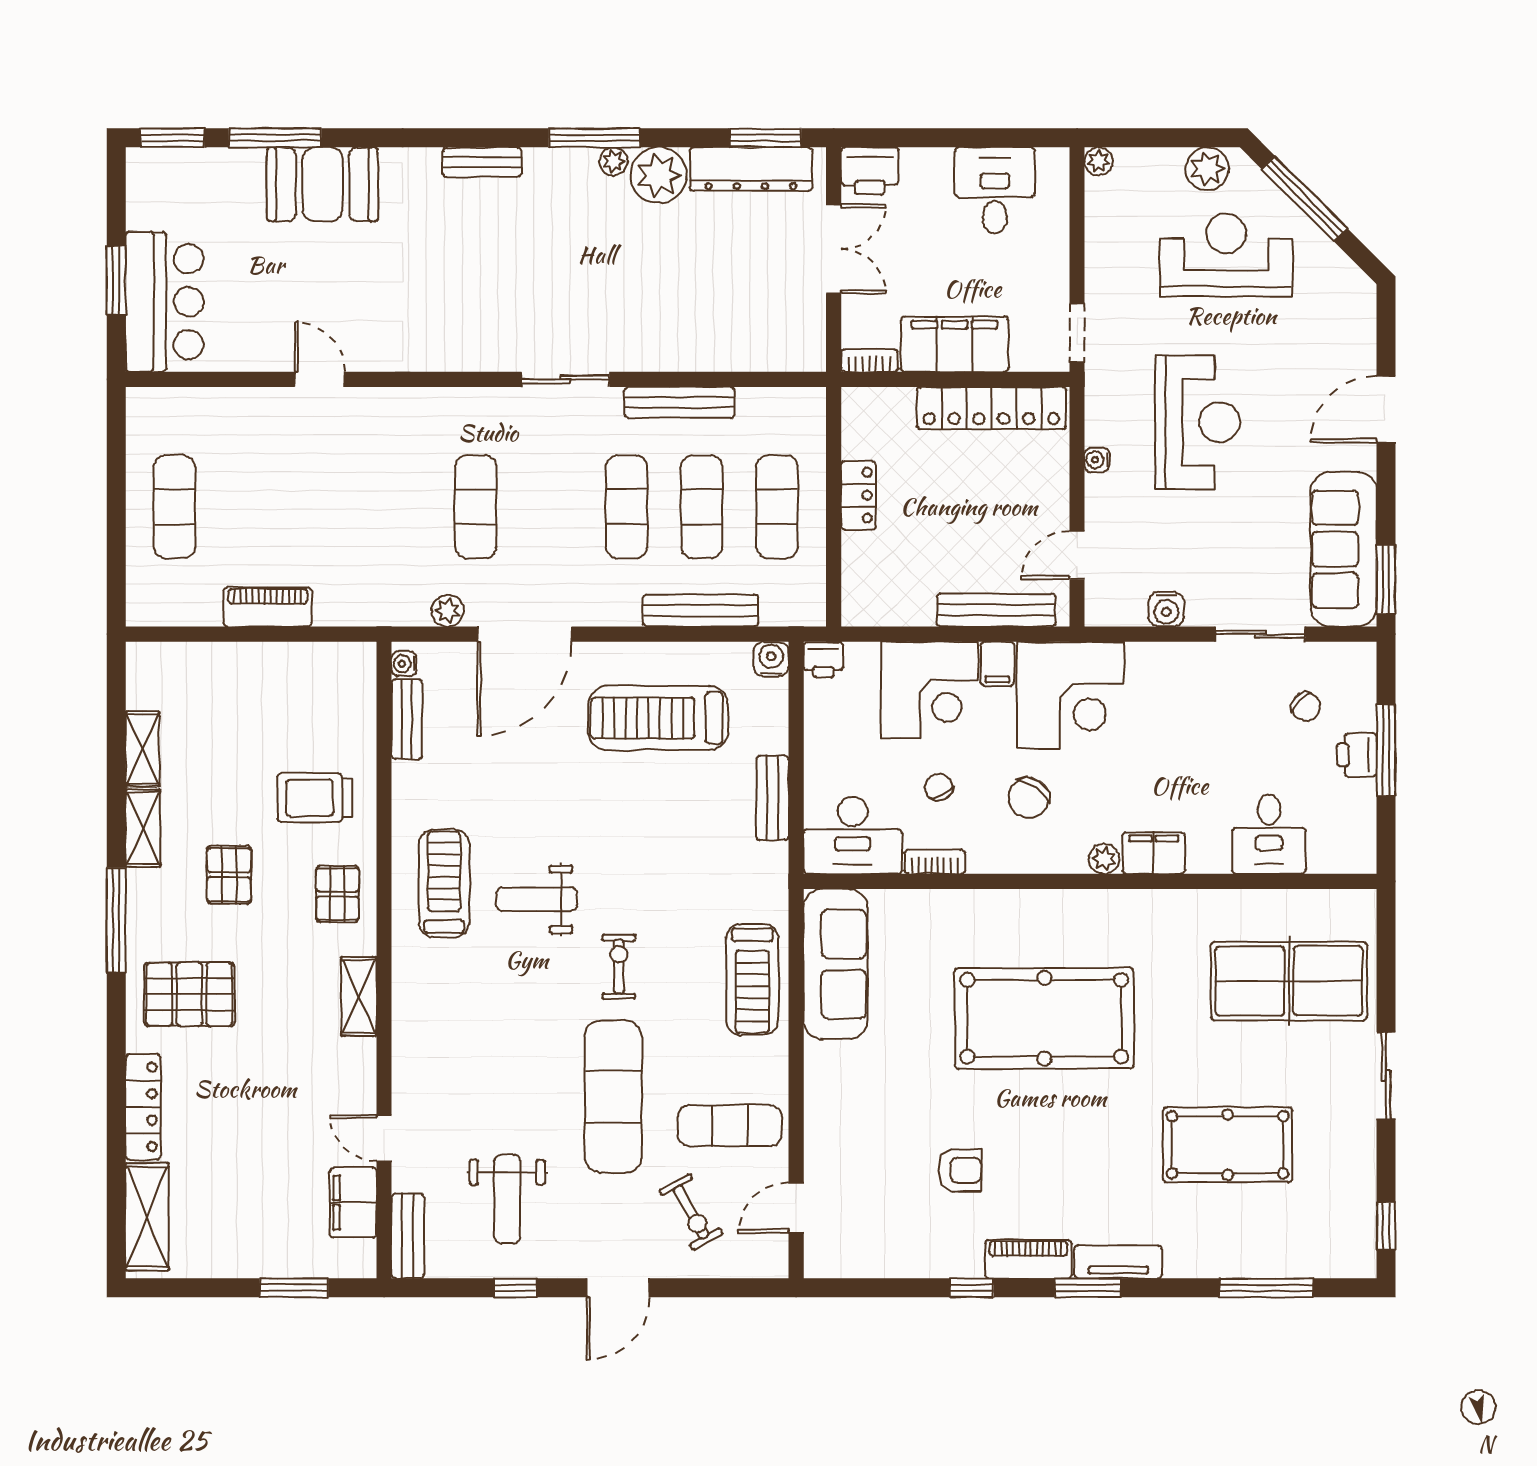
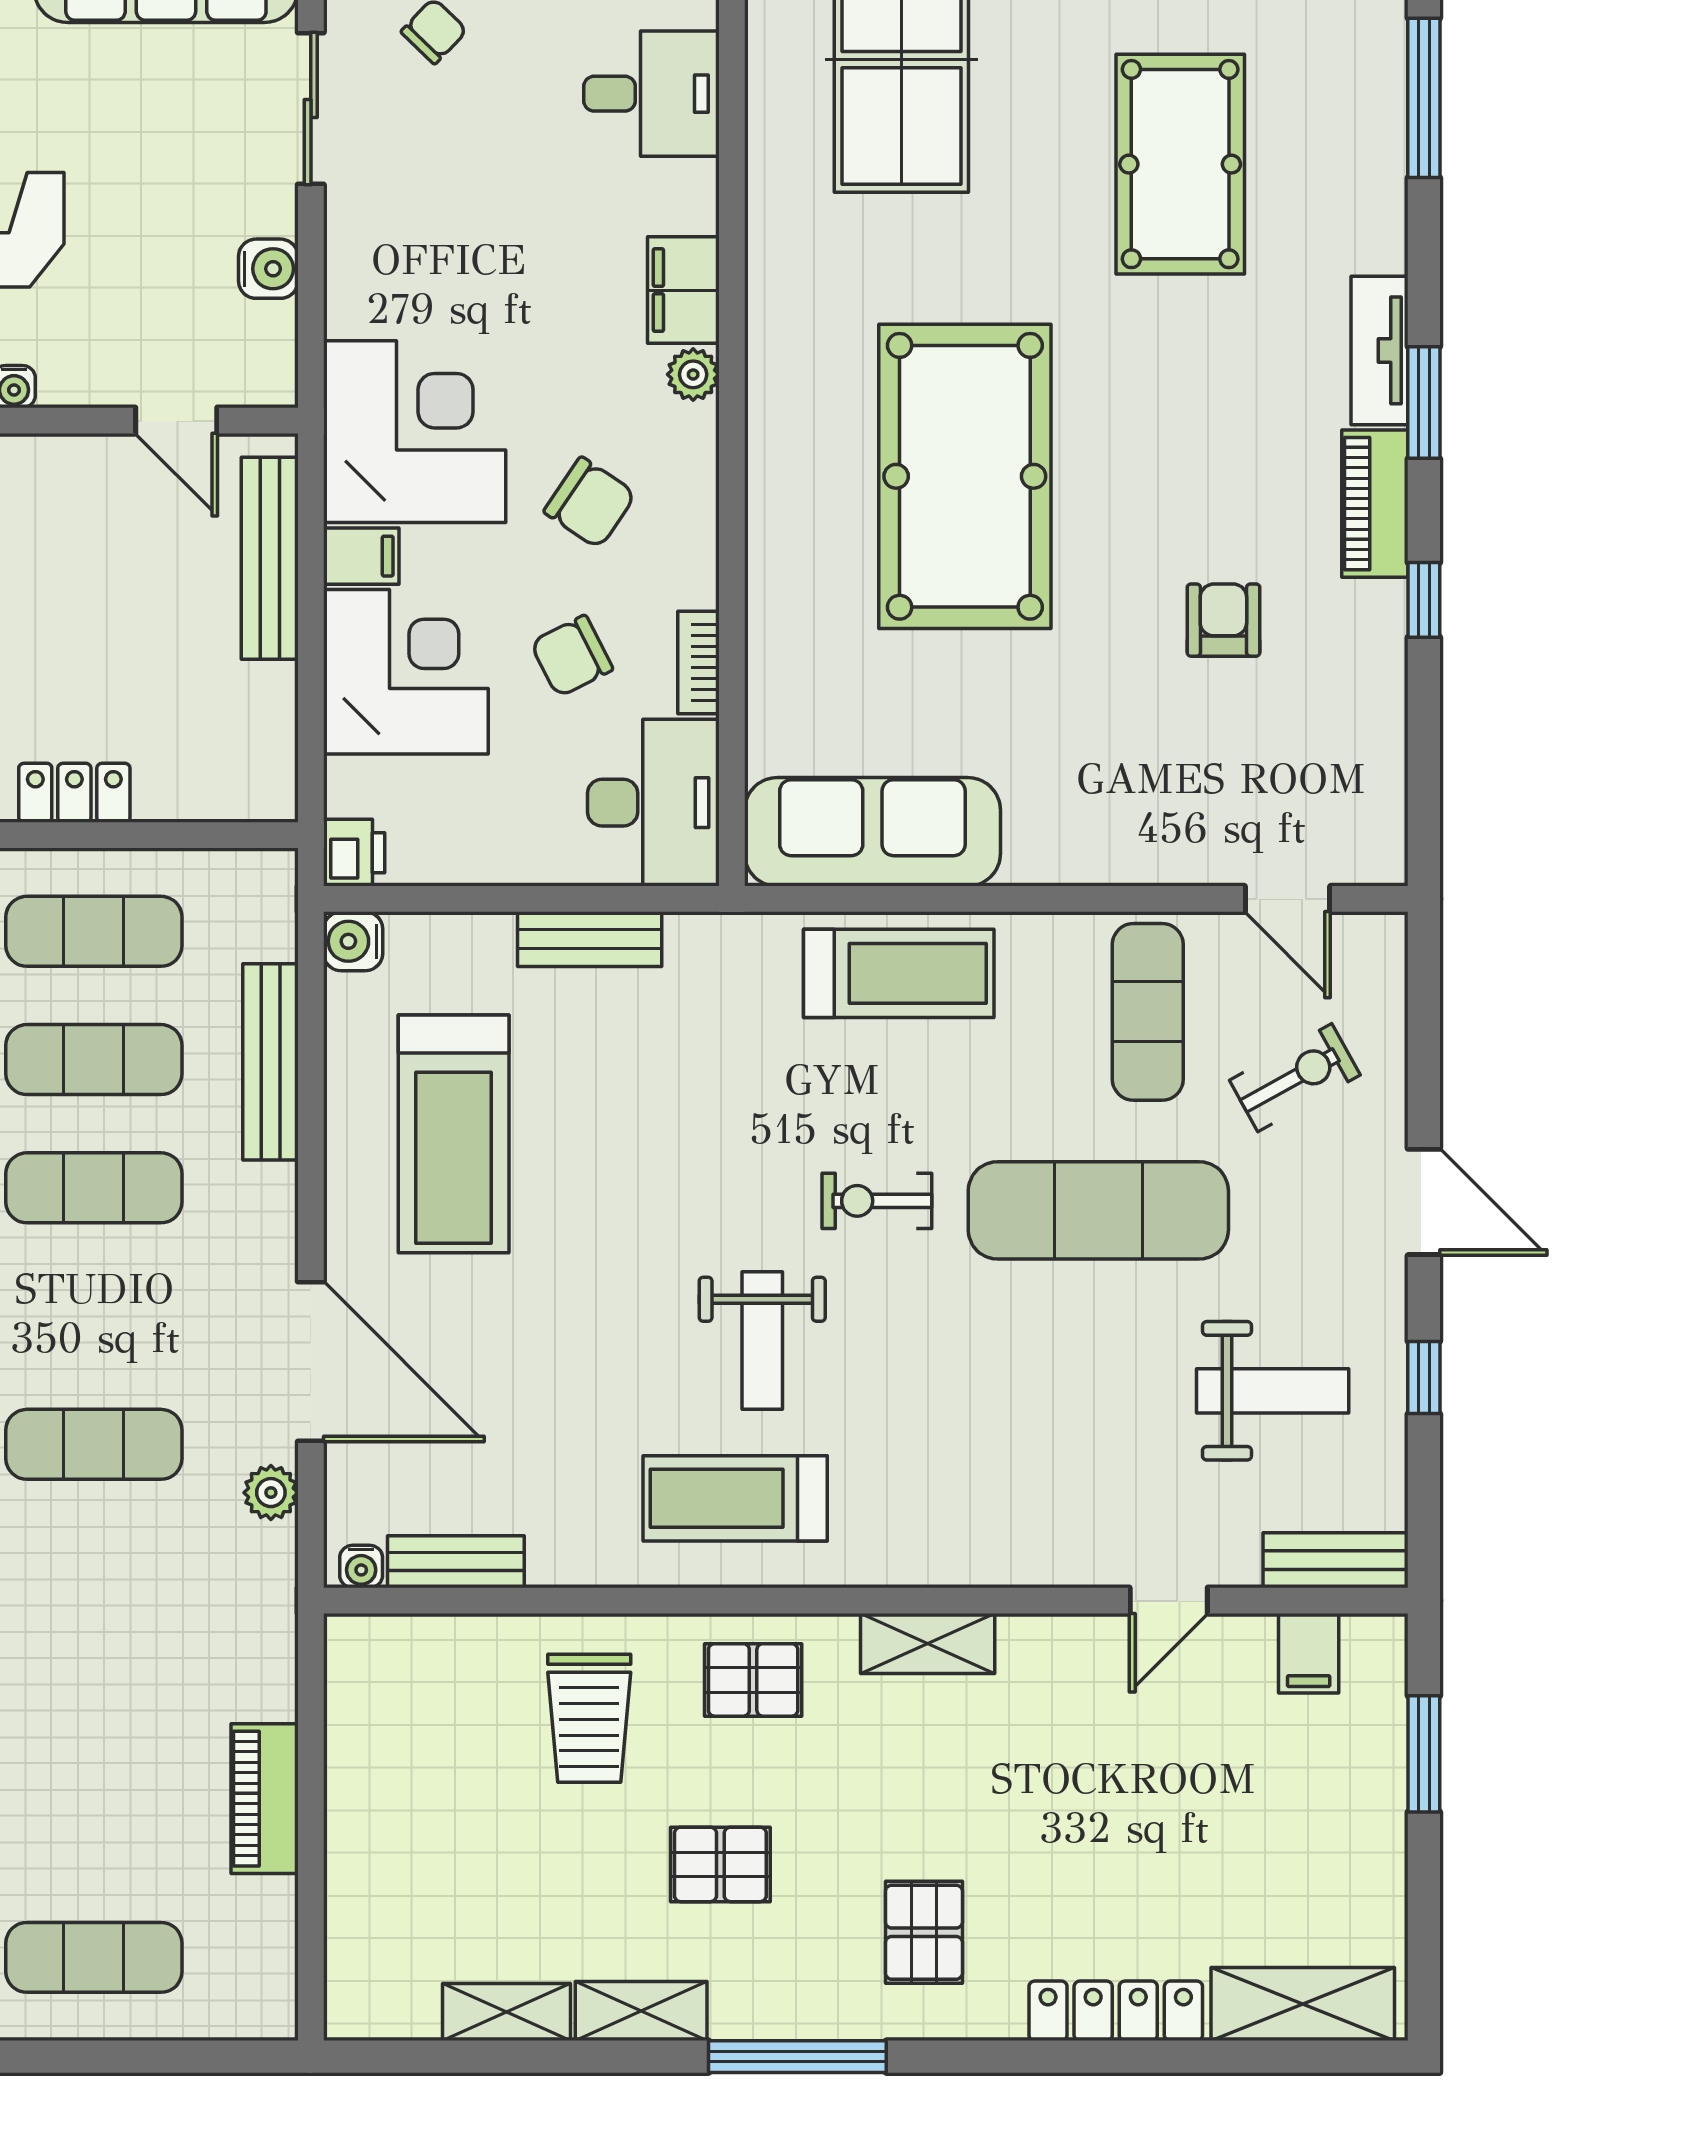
chair: (939, 787) -> (572, 656), width x1.37, depth x1.37
pallet: (189, 994) -> (924, 1932), width x0.67, depth x0.71
filing cabinet: (353, 1203) -> (1309, 1653), width x0.50

